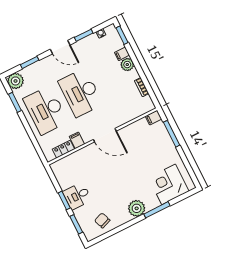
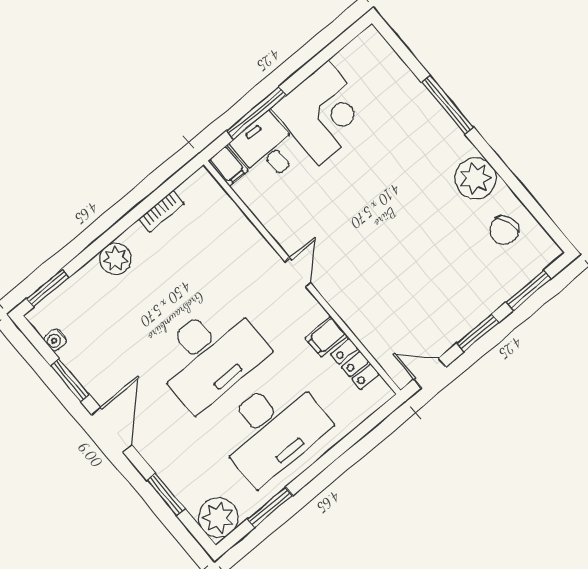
filing cabinet: (122, 54) -> (93, 277), removed
door: (105, 135) -> (298, 272), width x0.53
door: (53, 178) -> (430, 373), added
corner desk: (169, 184) -> (323, 113), moved, turned -90
desk: (77, 196) -> (267, 148), moved, turned 180
plant: (137, 208) -> (475, 178), moved

